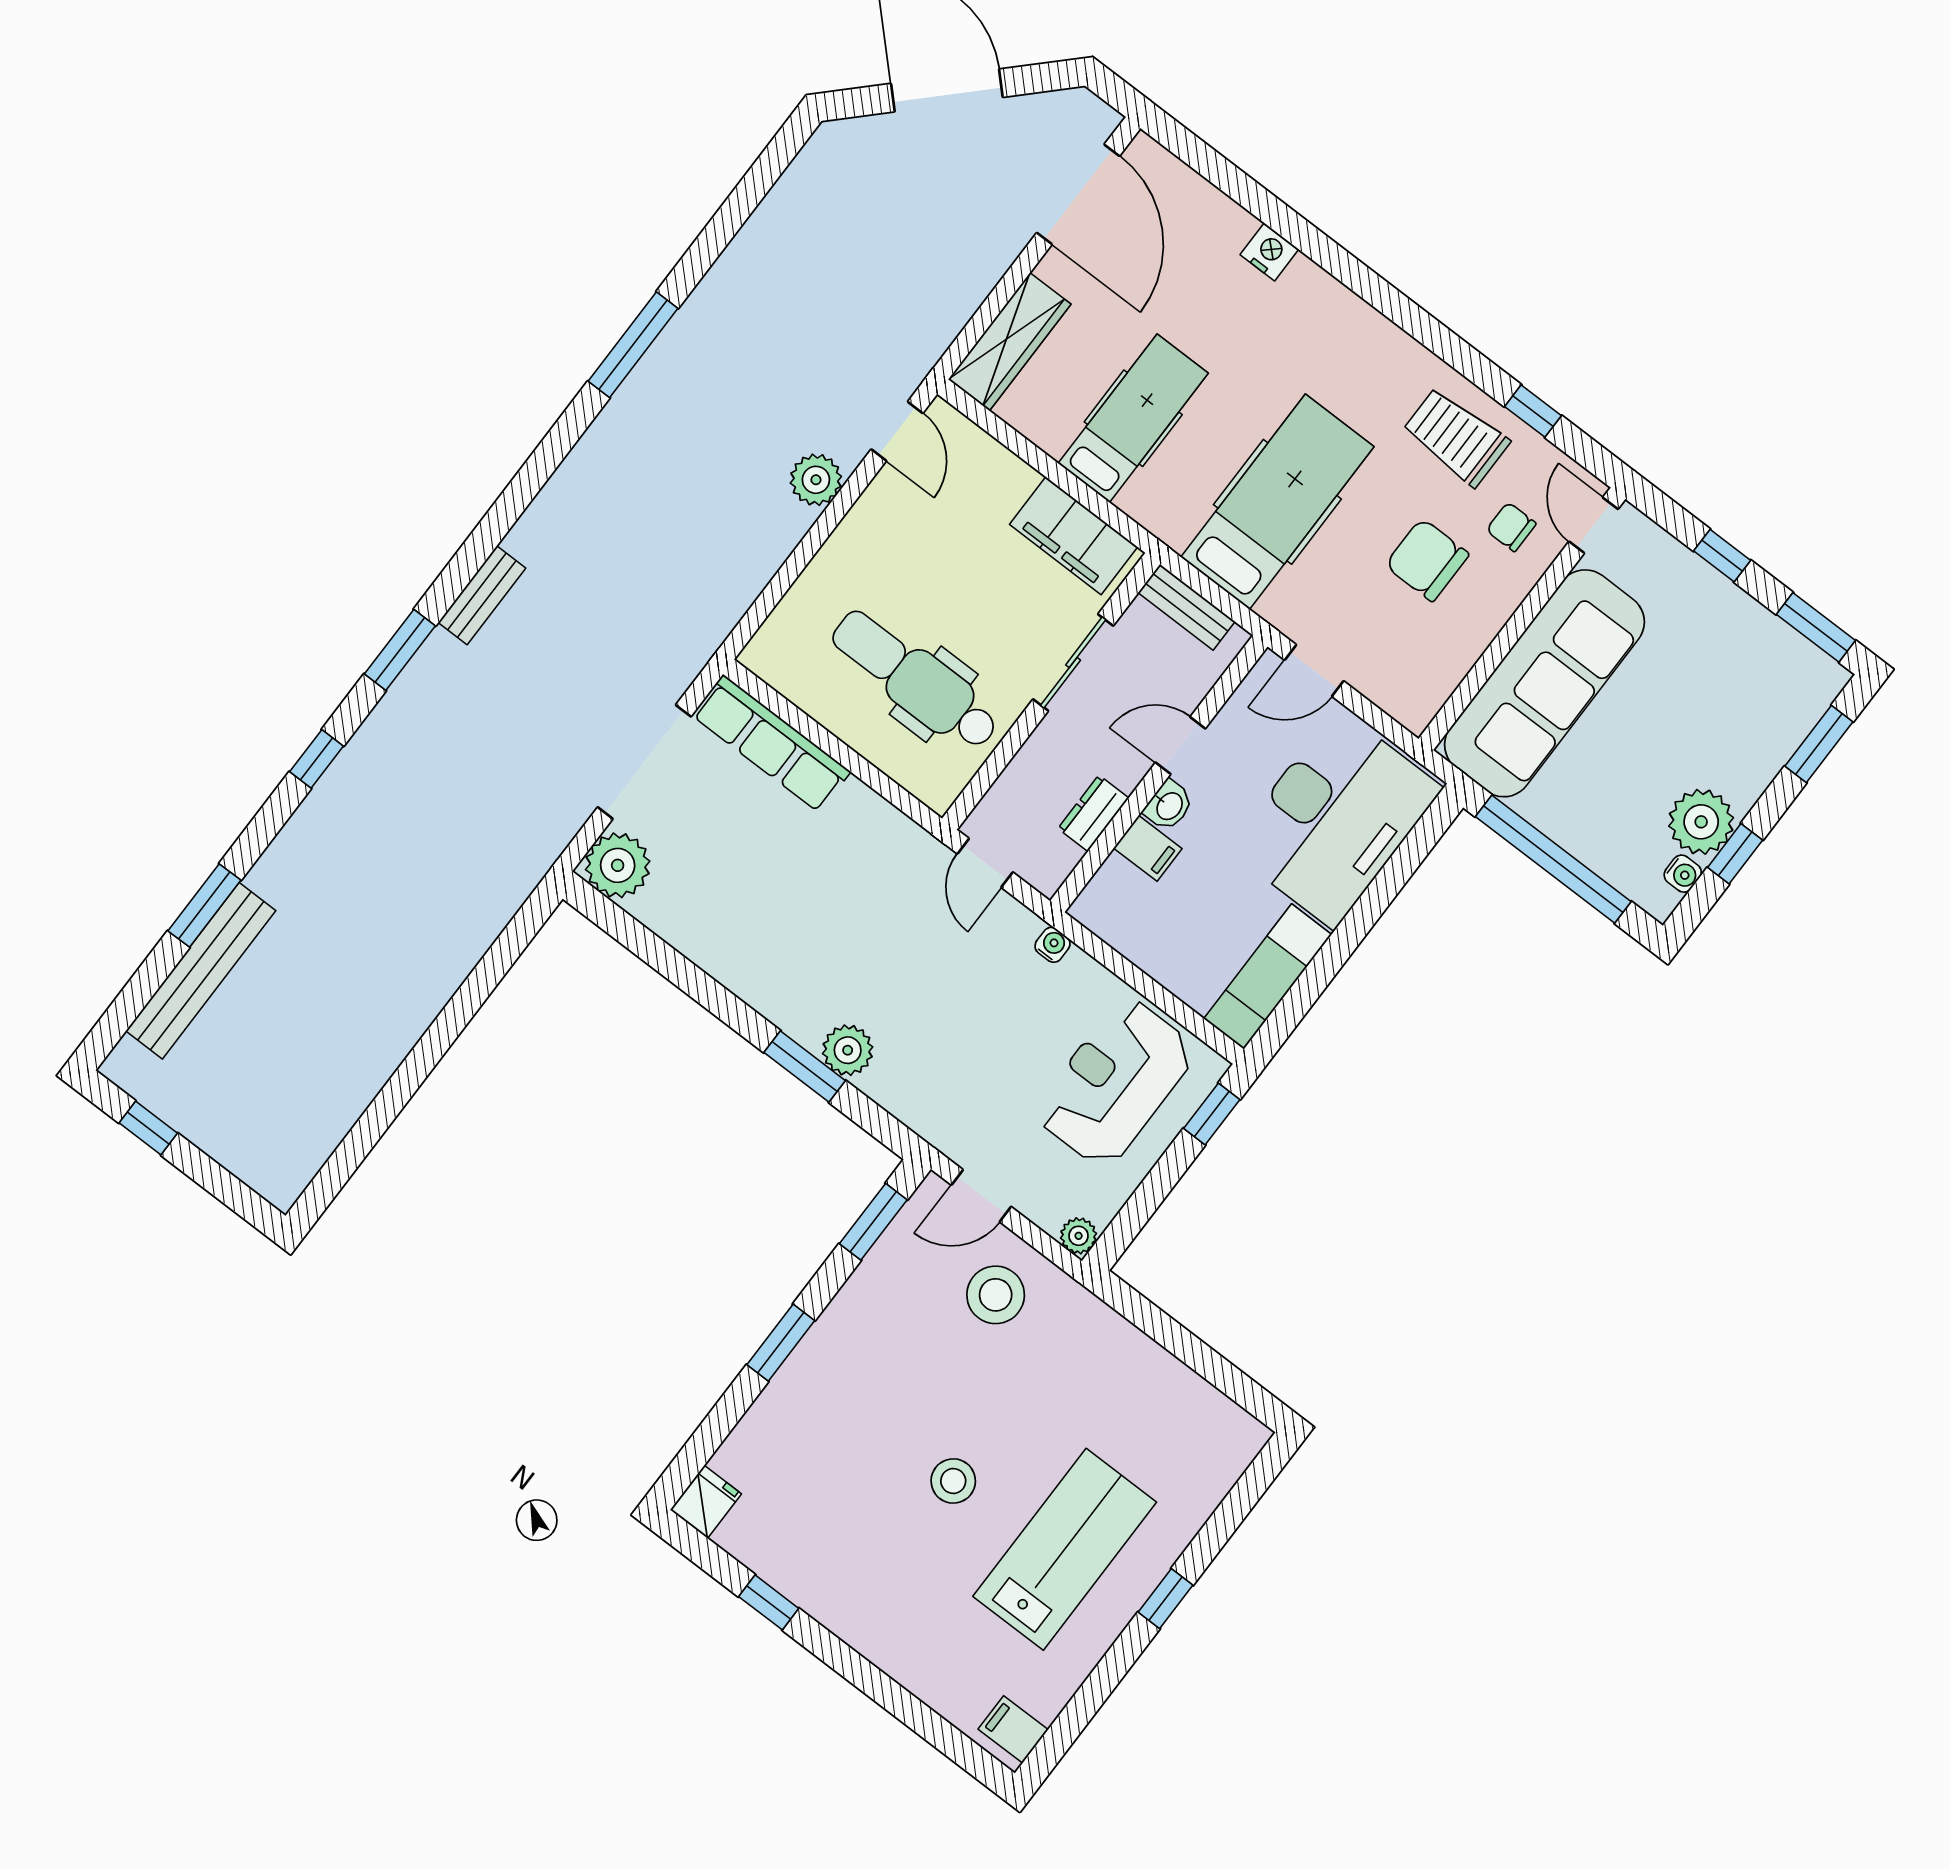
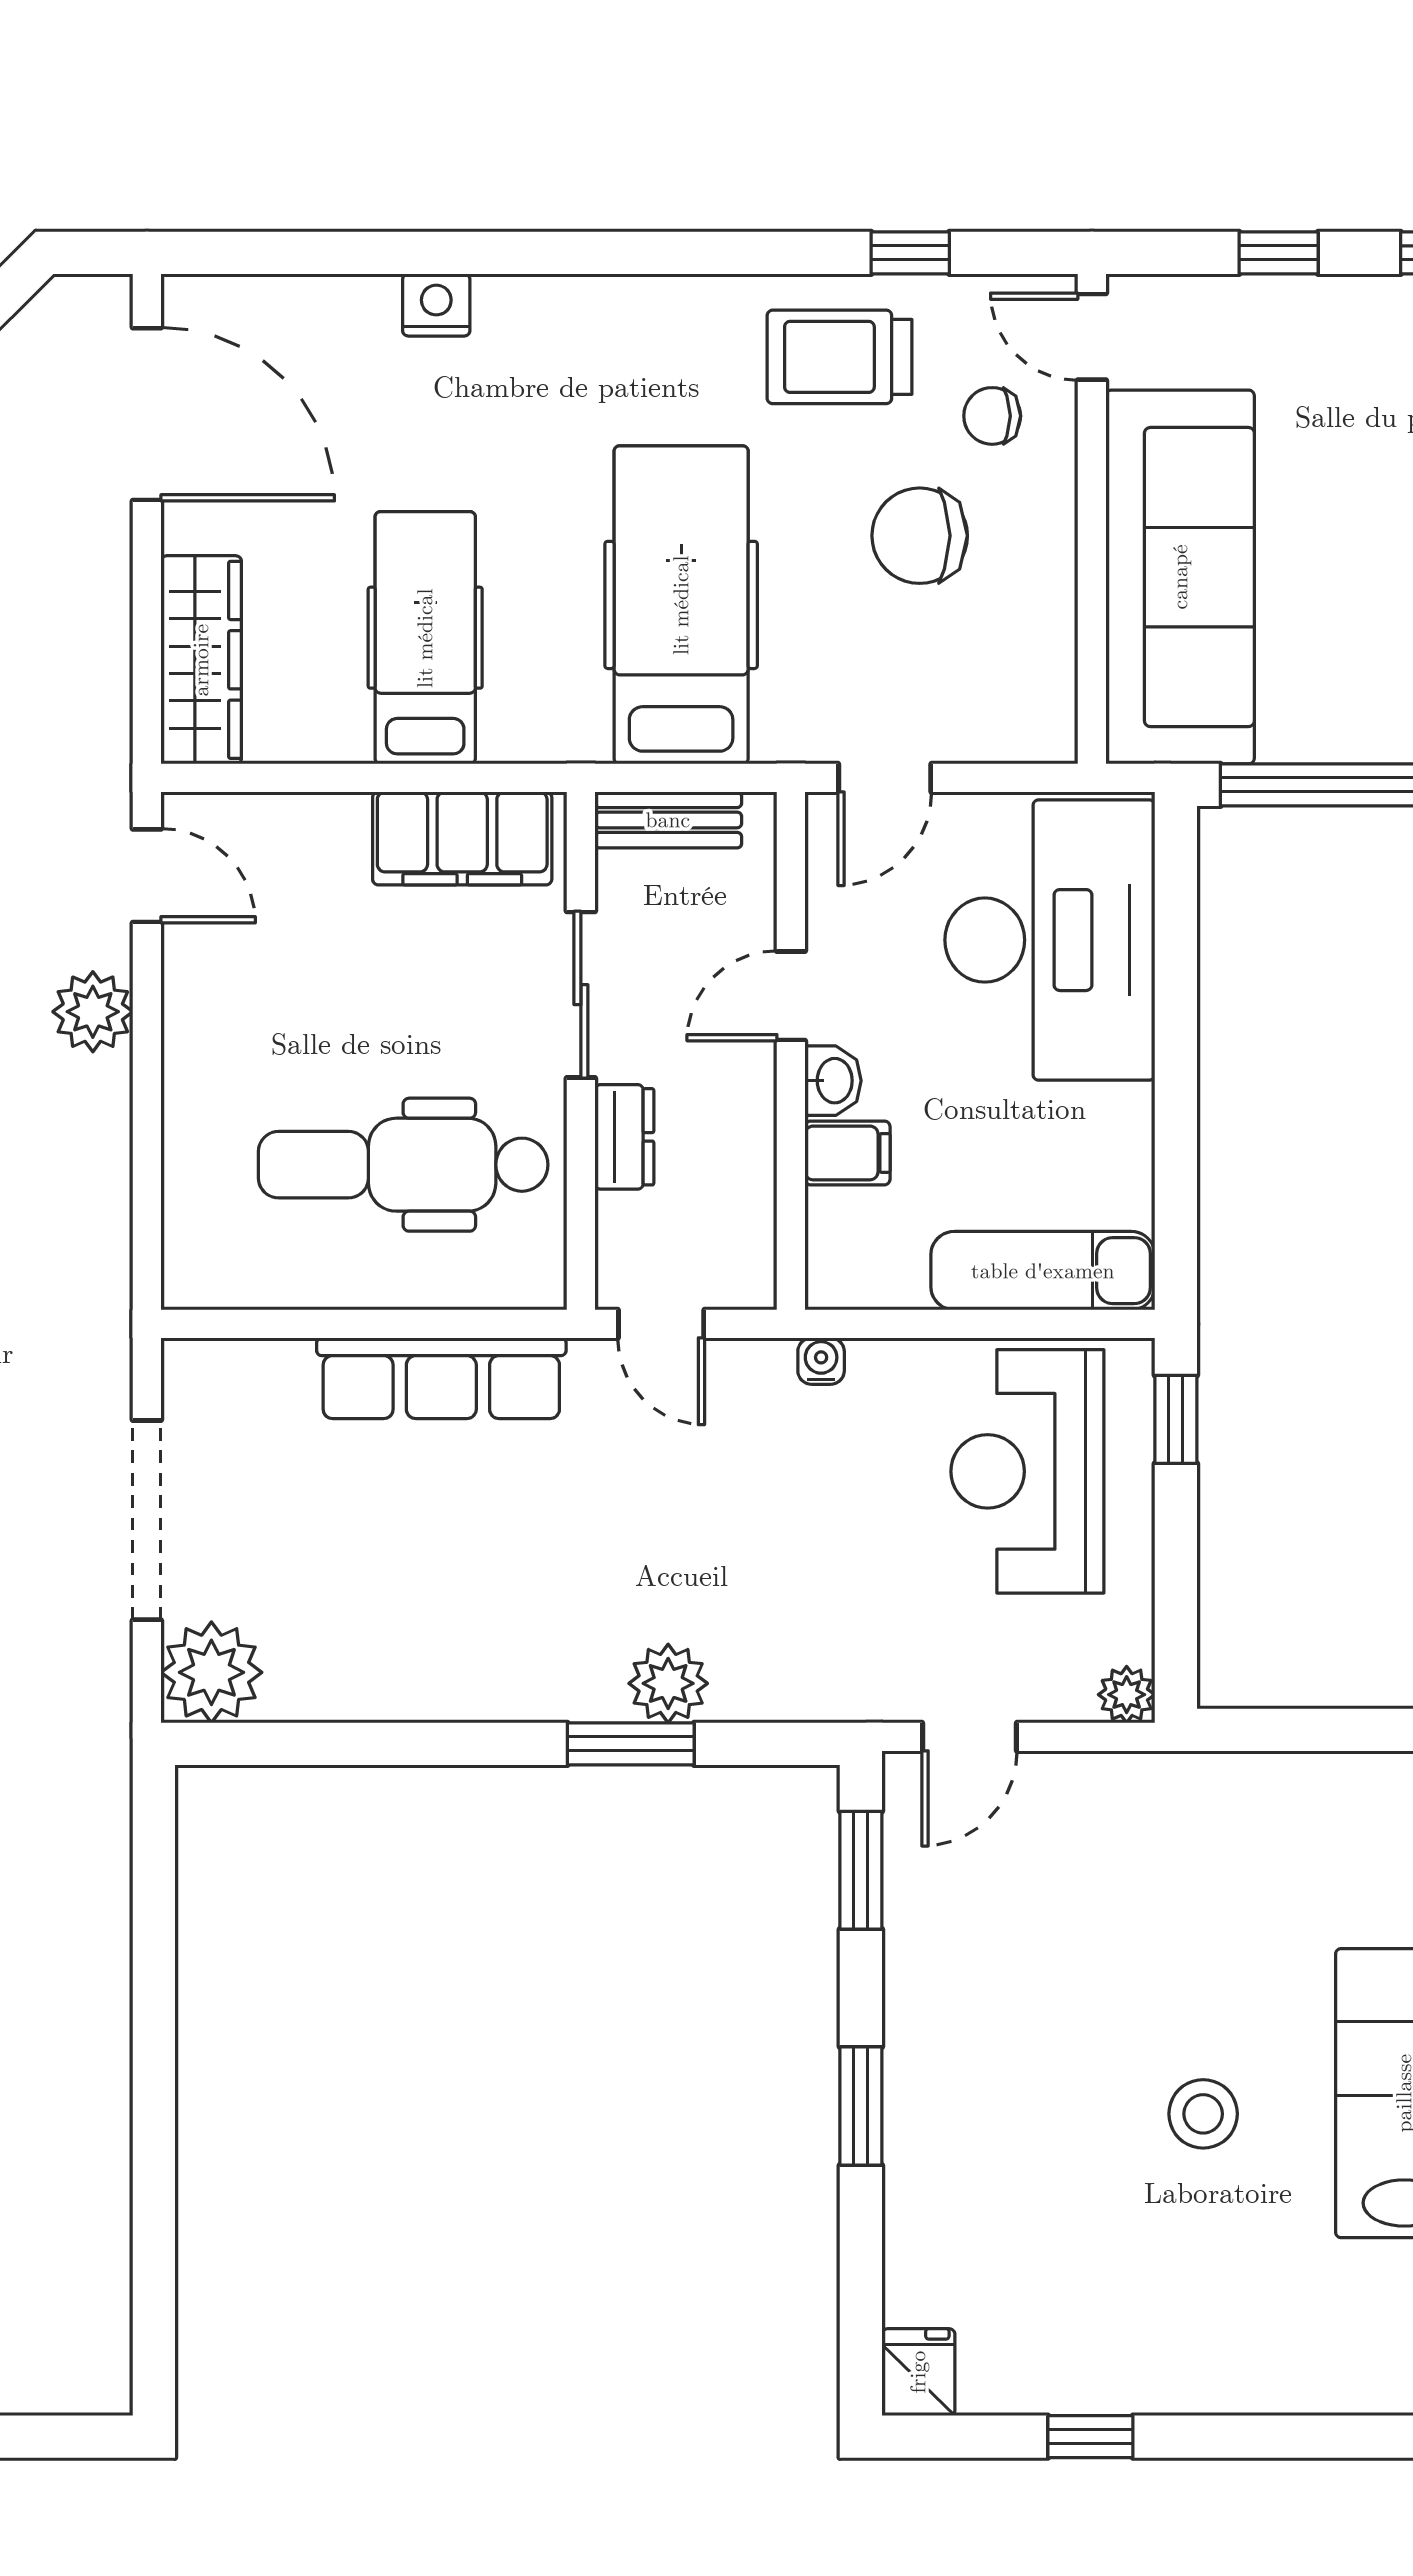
row of seats: (771, 744) -> (441, 1378), moved
dresser: (1093, 813) -> (624, 1137), moved, turned 180
exam couch: (1268, 977) -> (1043, 1271), moved, turned 90
stool: (996, 1295) -> (1080, 1845), removed

